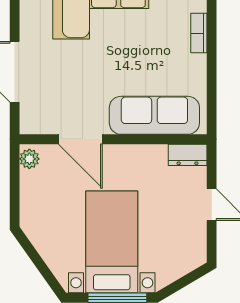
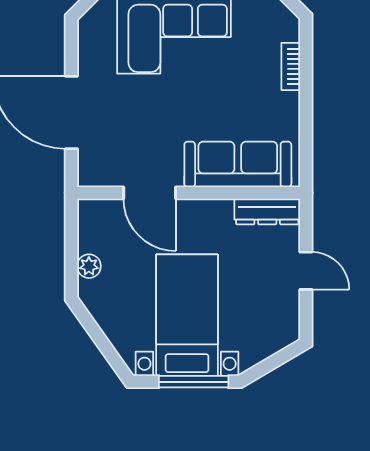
dresser: (188, 155) -> (267, 211), width x1.44
plant: (29, 159) -> (89, 266), moved

